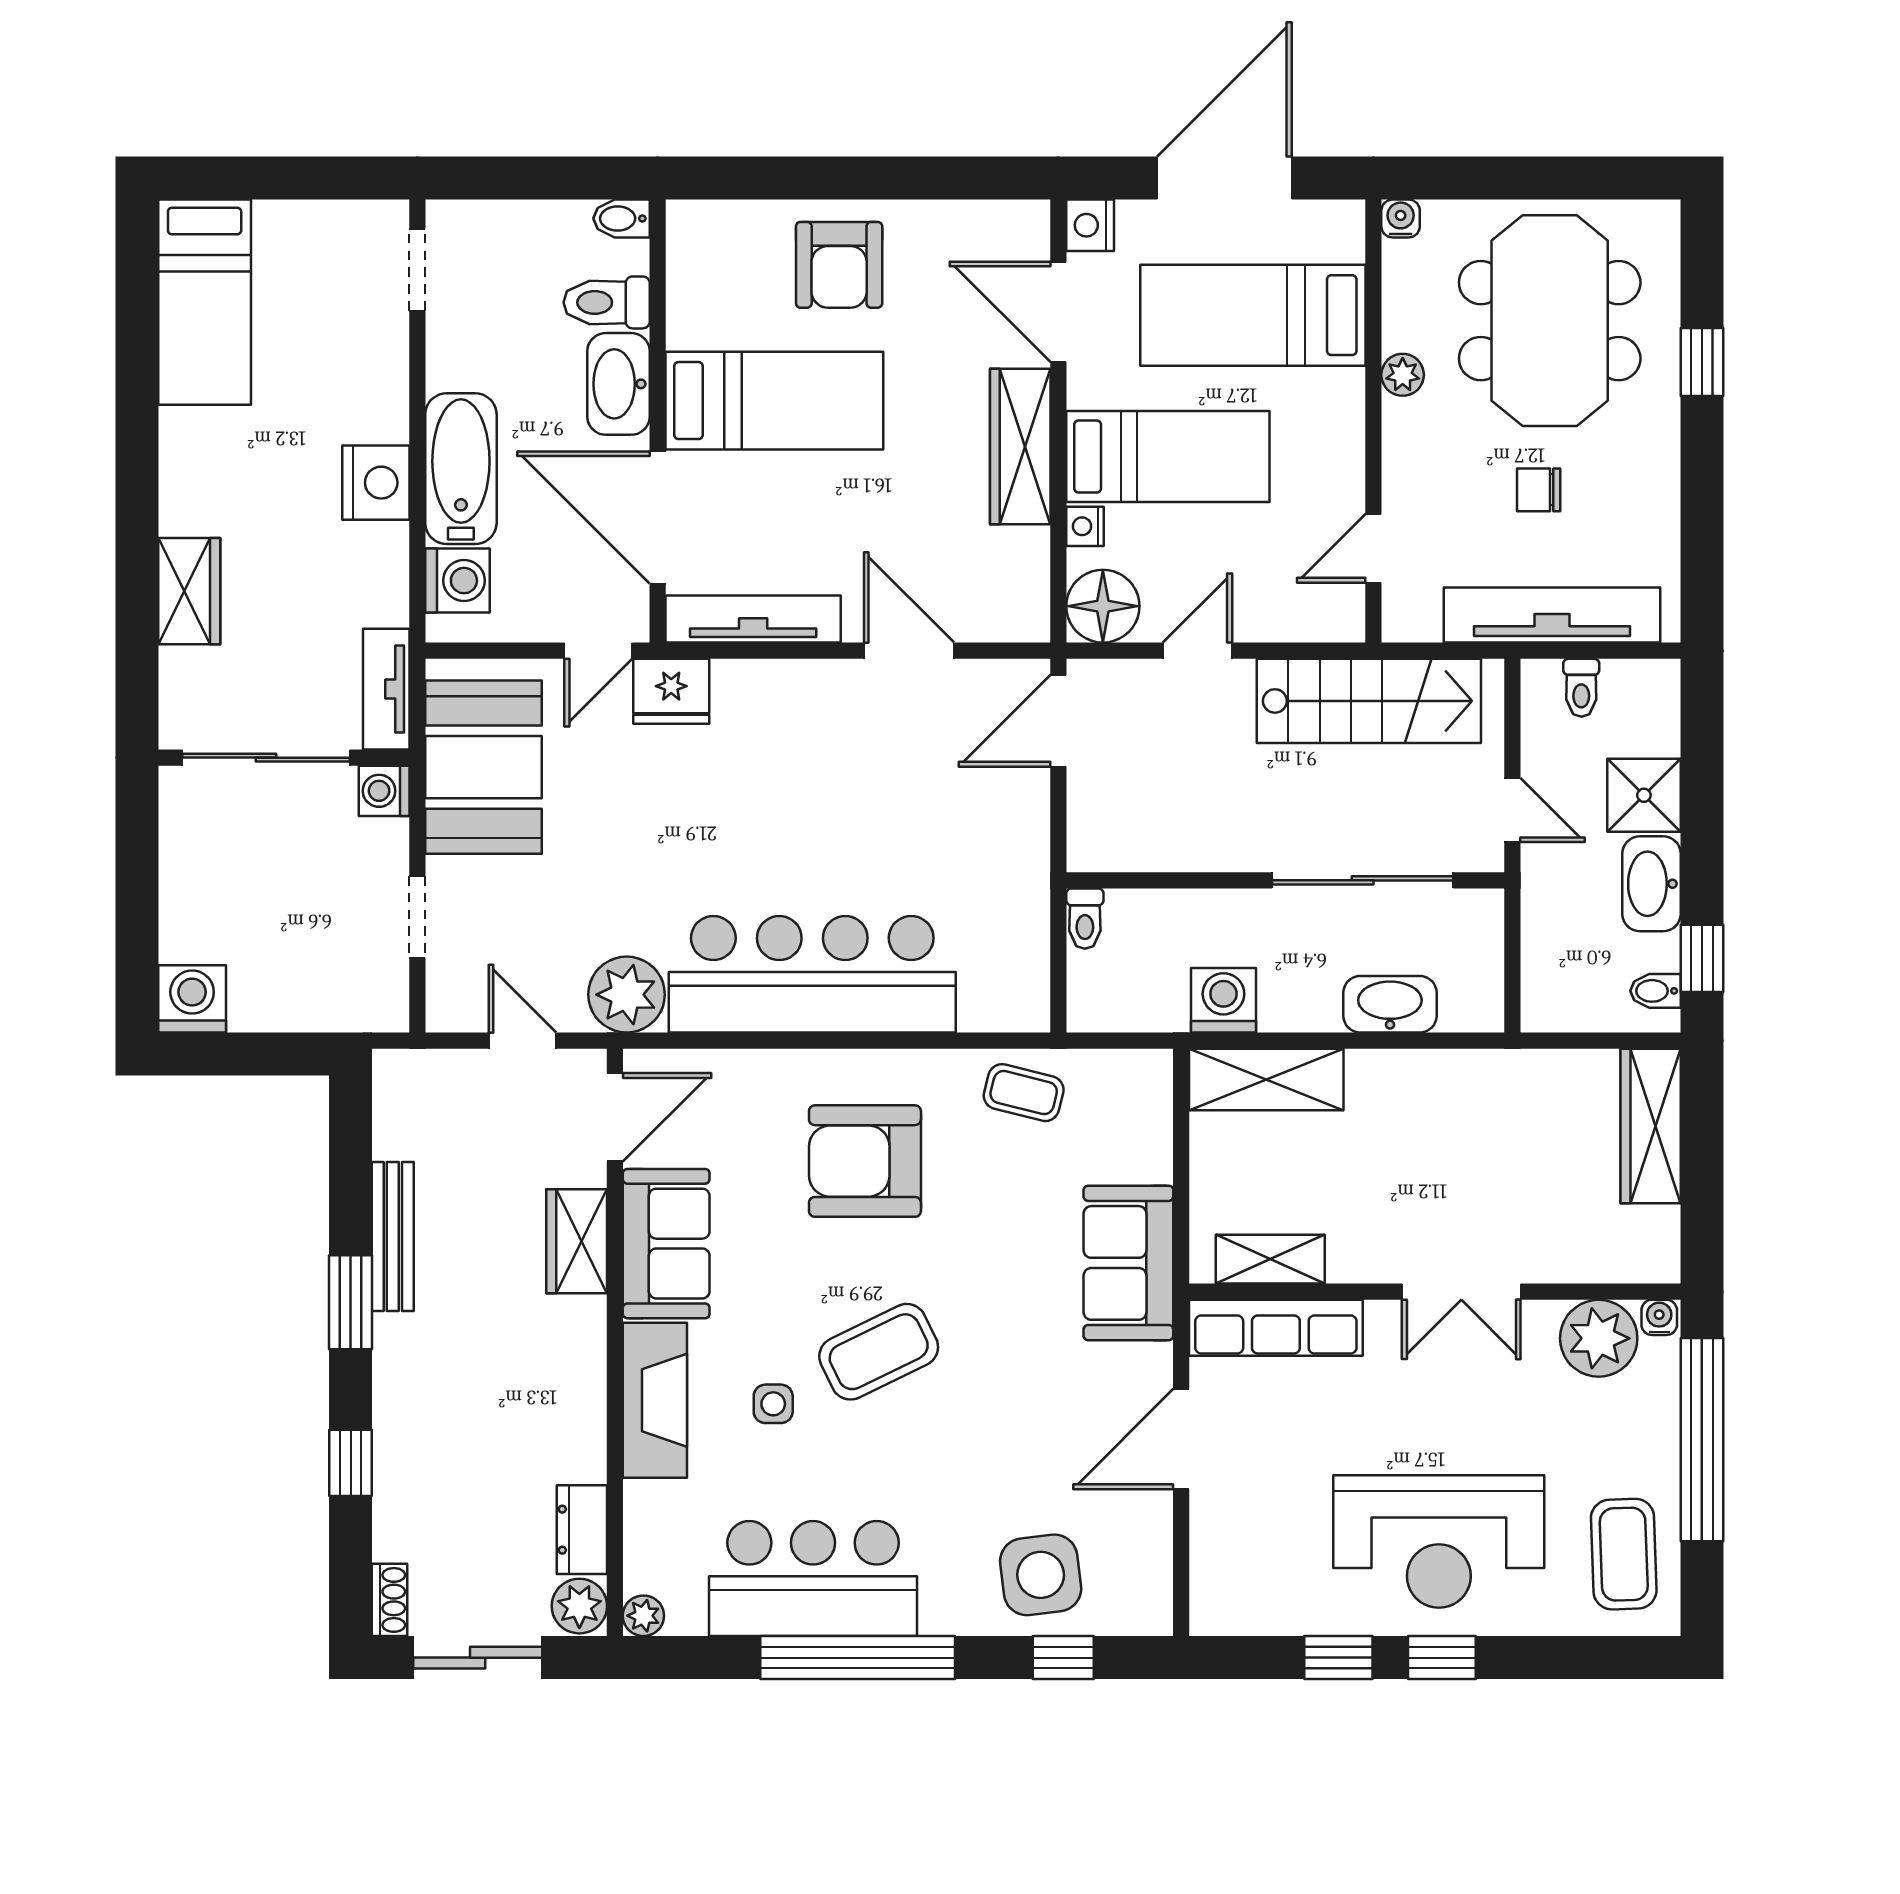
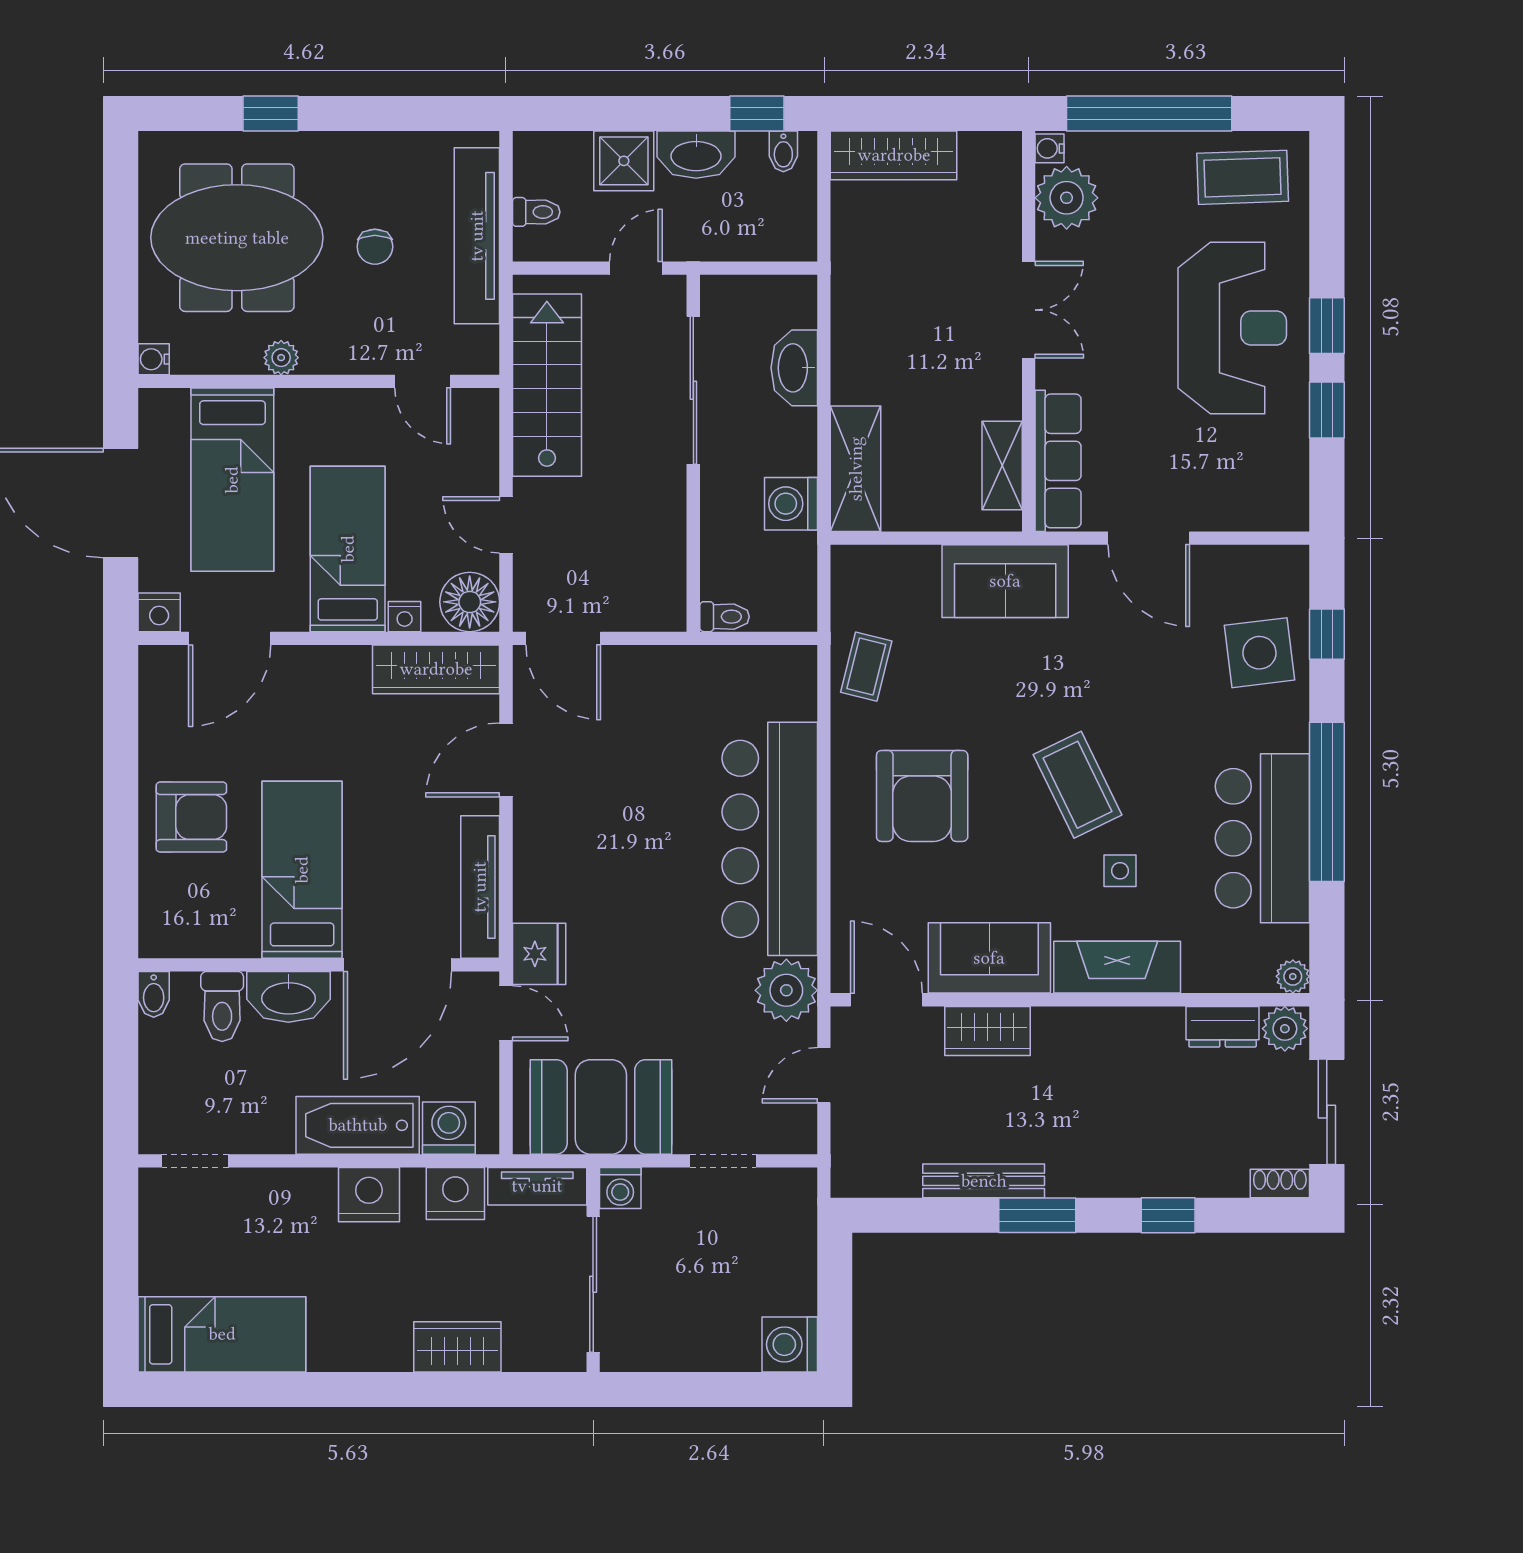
wardrobe: (1020, 447) -> (436, 669), moved
nightstand: (377, 589) -> (455, 1193), added

